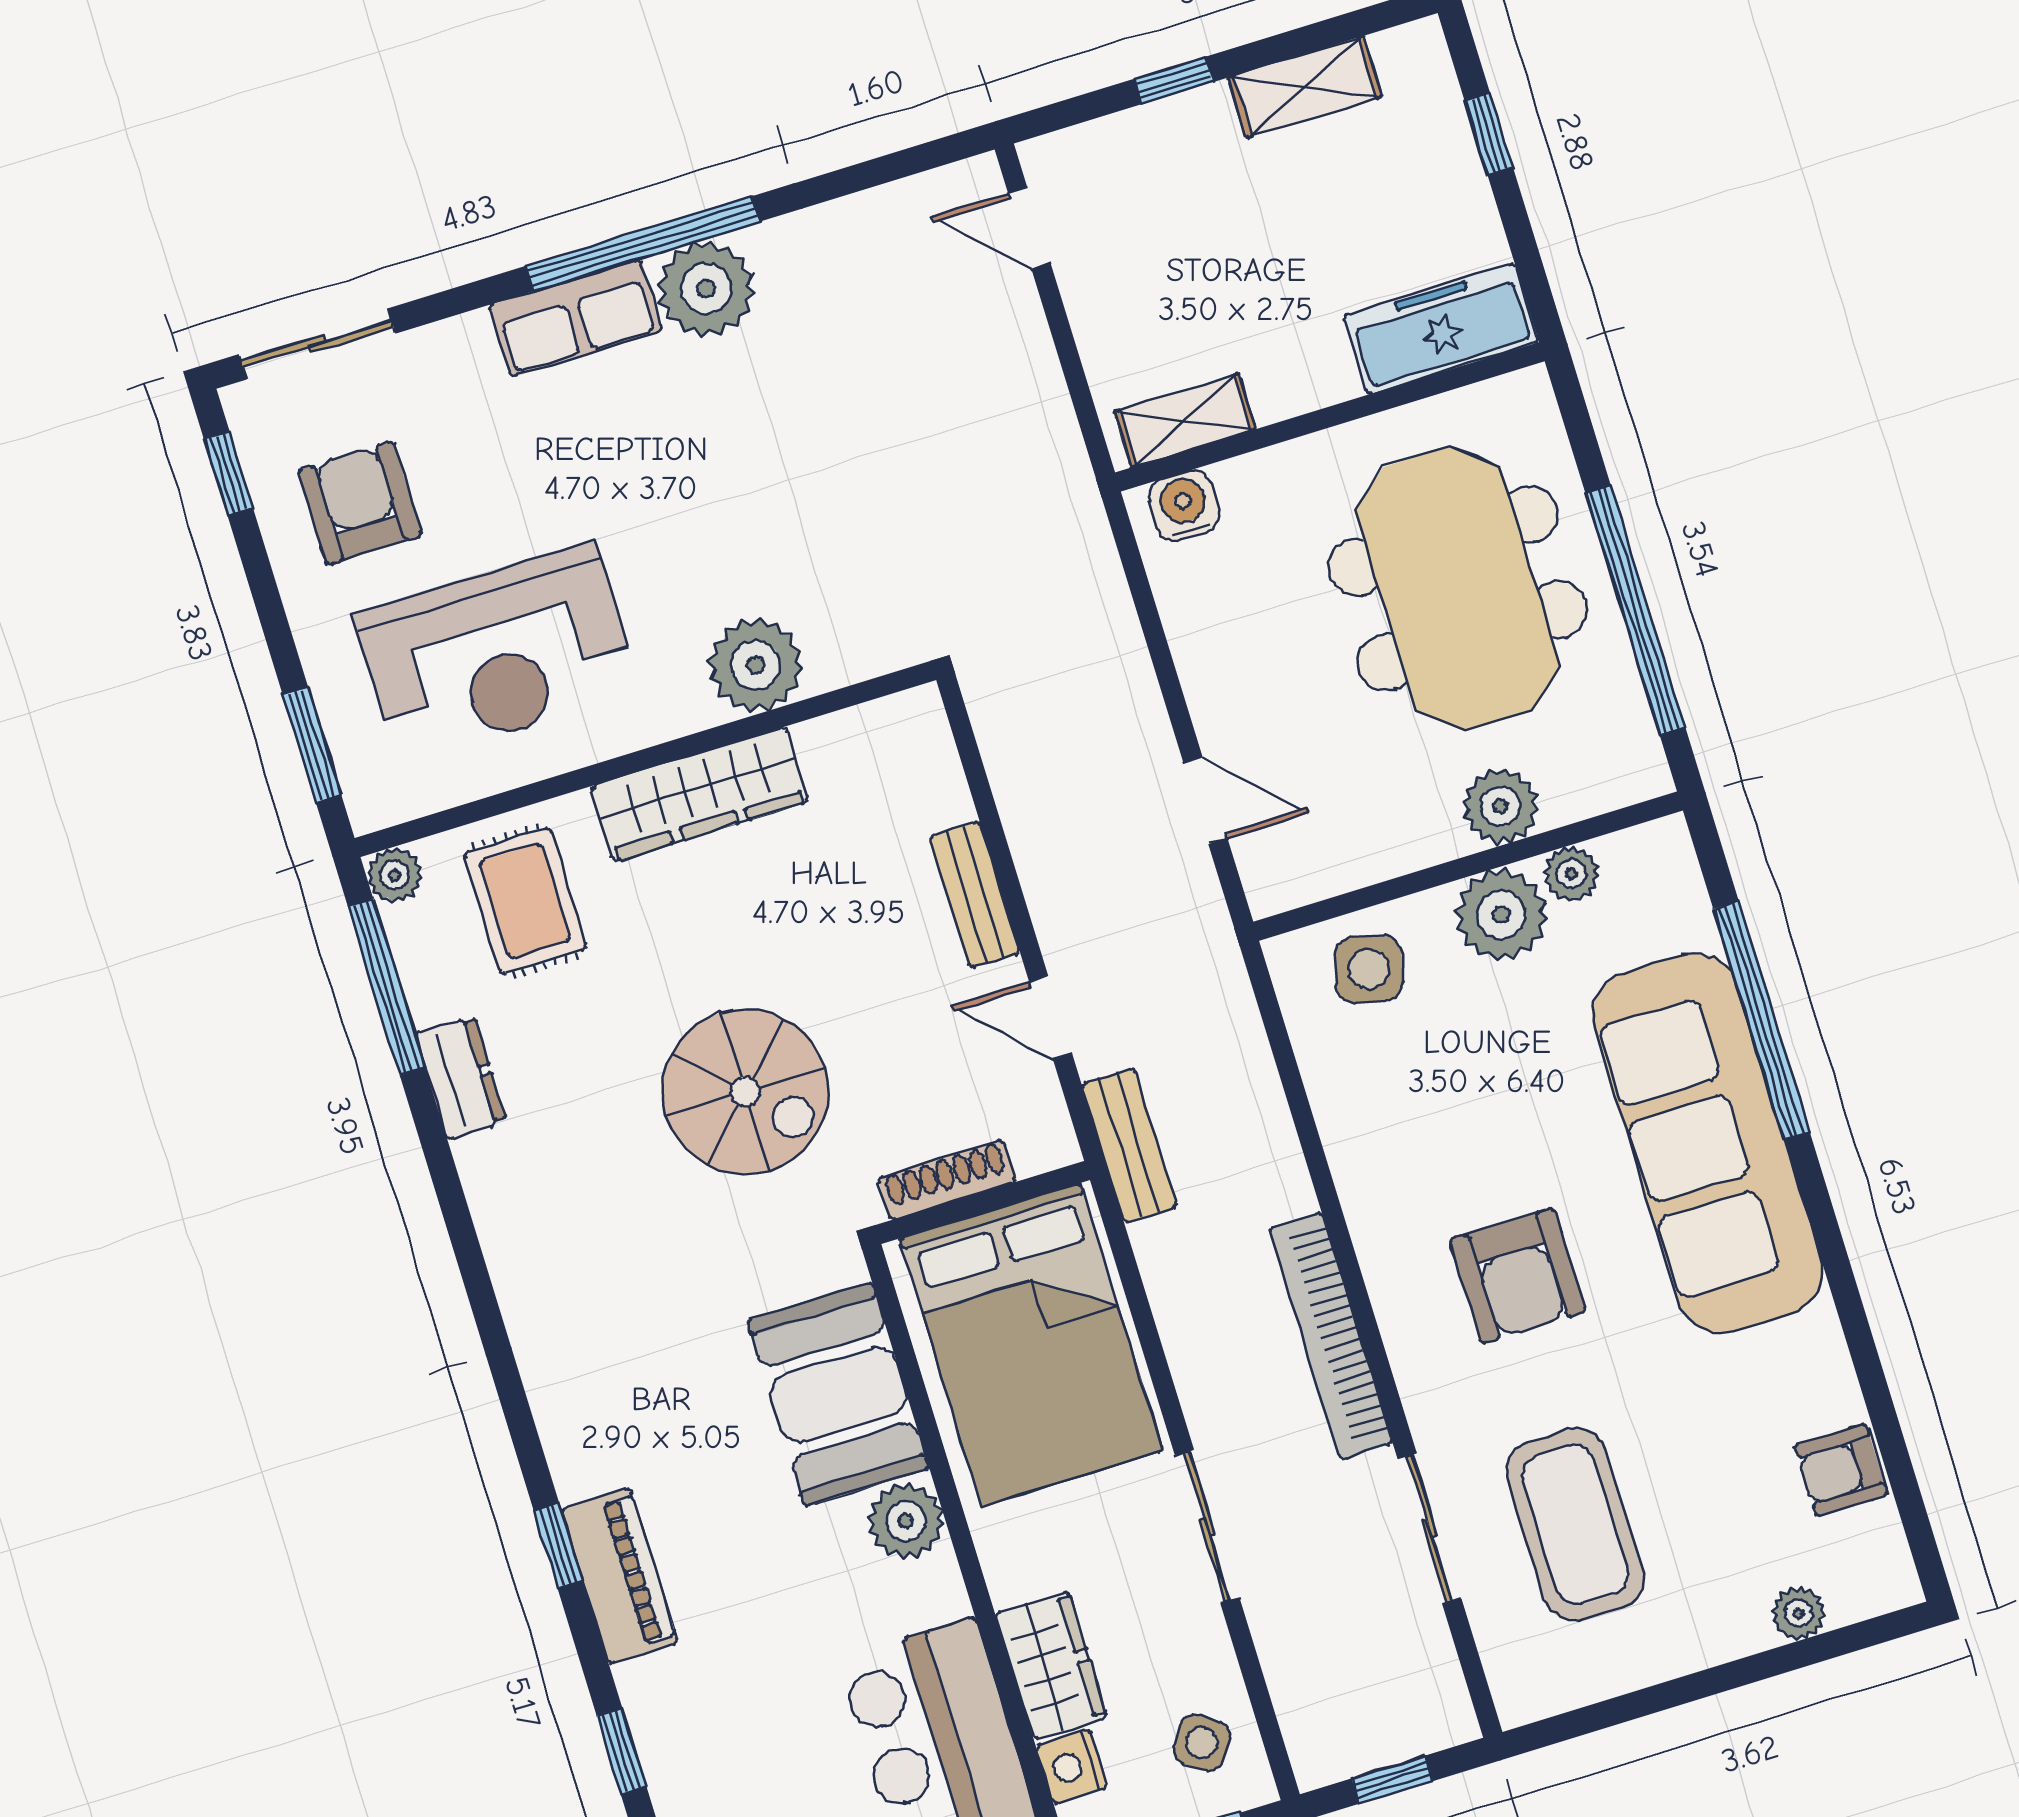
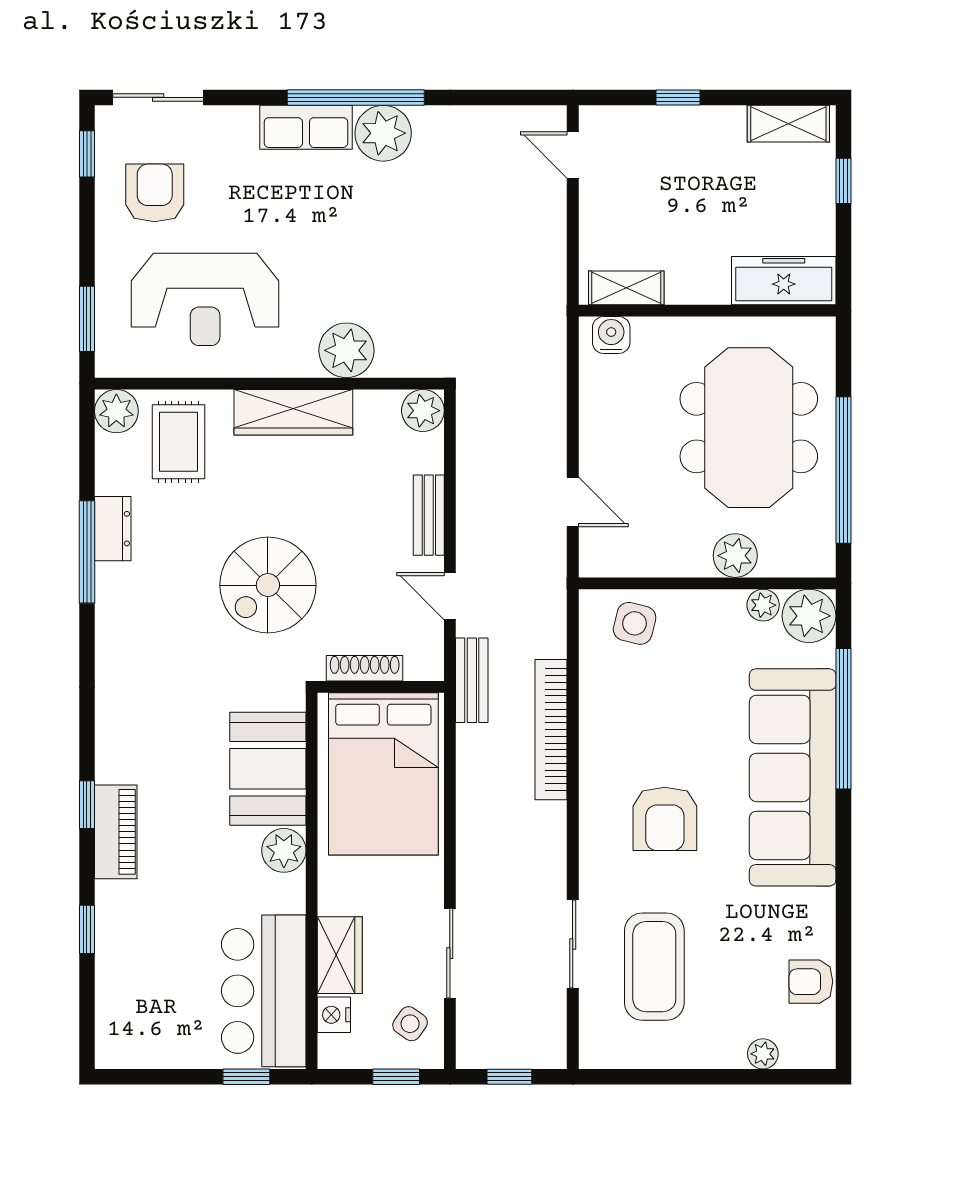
shelving: (1305, 87) -> (788, 124), moved
plant: (912, 726) -> (423, 411), added
plant: (395, 875) -> (116, 411), width x1.38, depth x1.38
plant: (1501, 915) -> (809, 616), moved
window: (386, 987) -> (87, 552), moved
spiral stairs: (745, 1092) -> (268, 585), turned 90
bookcase: (1331, 1335) -> (551, 730), moved
sliding door: (1207, 1526) -> (450, 953), moved

